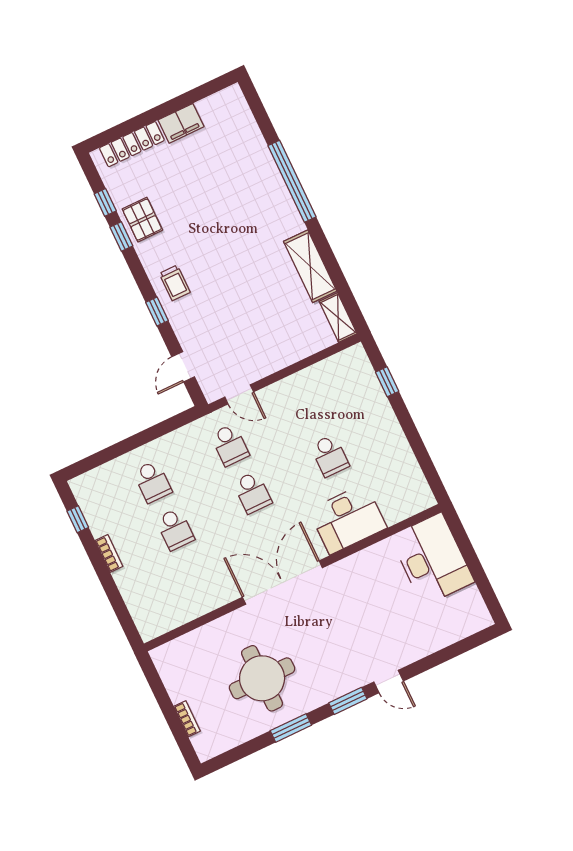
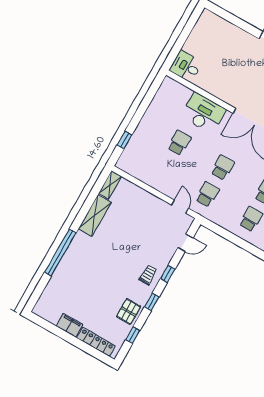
window: (121, 236) -> (152, 302), moved
desk: (432, 559) -> (186, 66), width x0.53, depth x0.77

